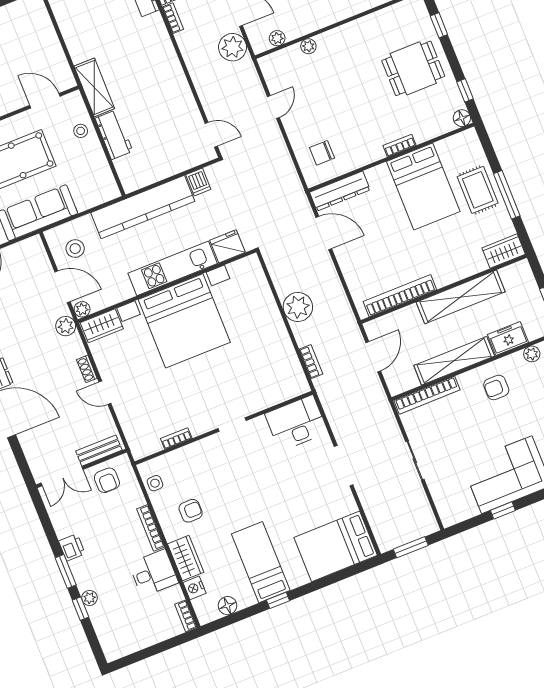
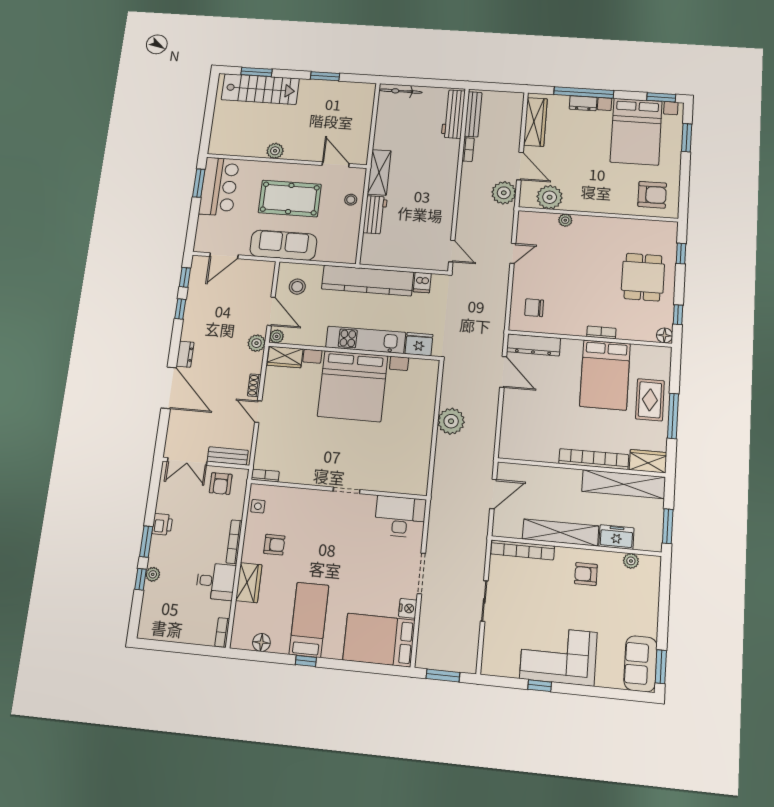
plant: (277, 38) -> (550, 197), width x1.88, depth x1.88
dining table: (413, 68) -> (643, 277), turned 90
bookcase: (400, 296) -> (594, 459), moved
shelving: (461, 297) -> (624, 484), moved
bookcase: (311, 362) -> (439, 472), removed
bookcase: (176, 438) -> (265, 476), moved
nightstand: (194, 588) -> (408, 608), moved, turned 180

